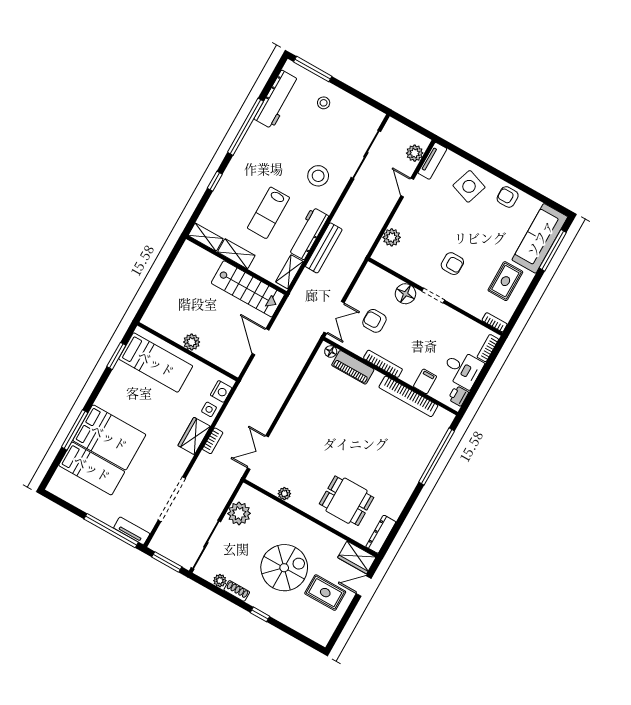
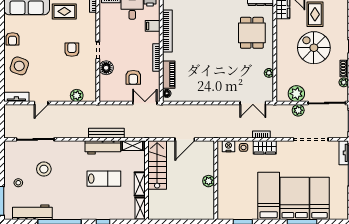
plant: (415, 153) -> (298, 110), moved
stool: (318, 176) -> (44, 169), moved
bed: (156, 363) -> (269, 196), moved

